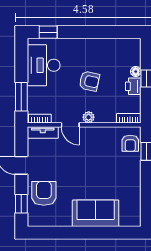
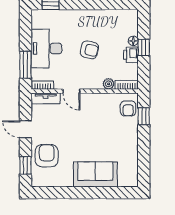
desk: (44, 65) -> (46, 49), moved
plant: (89, 117) -> (109, 84), moved

